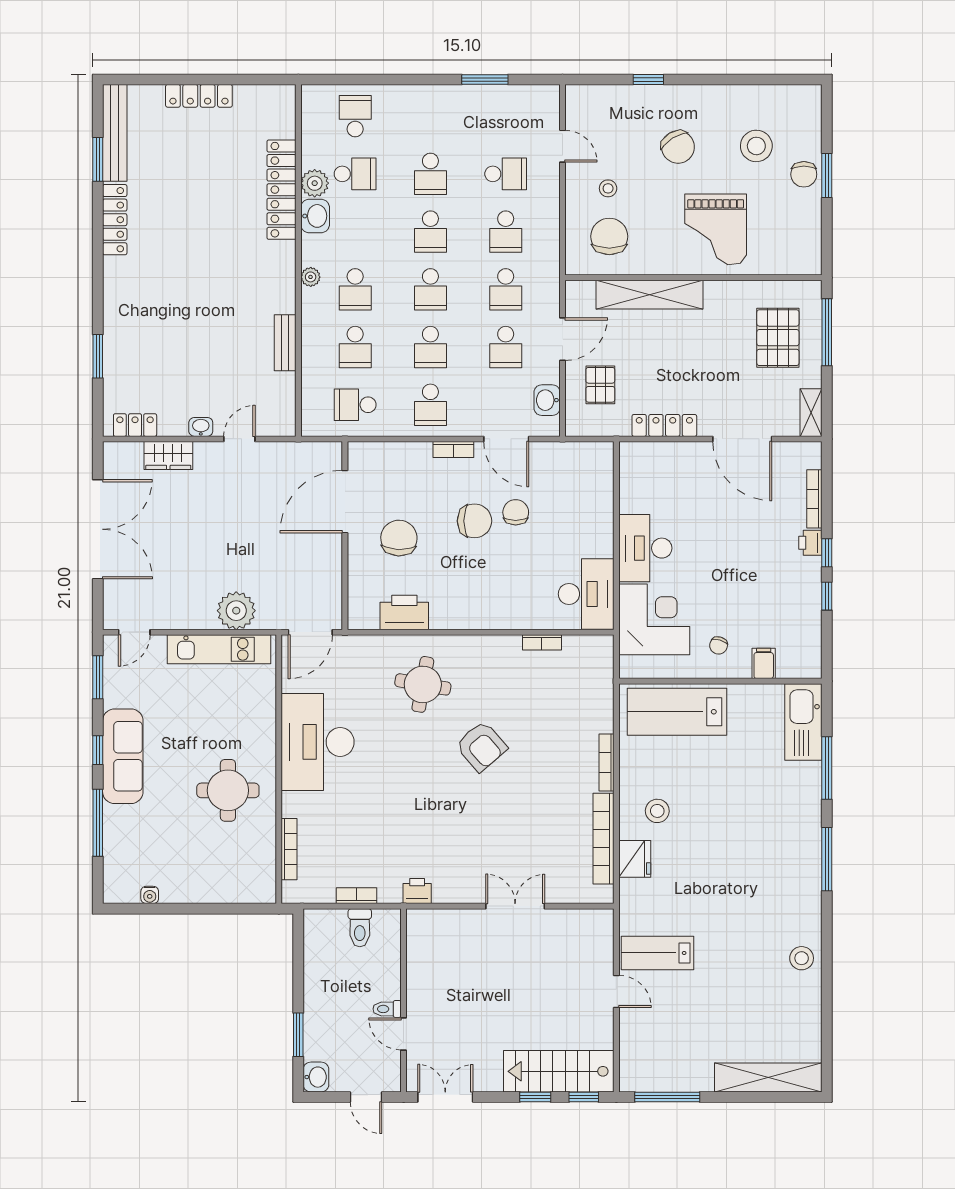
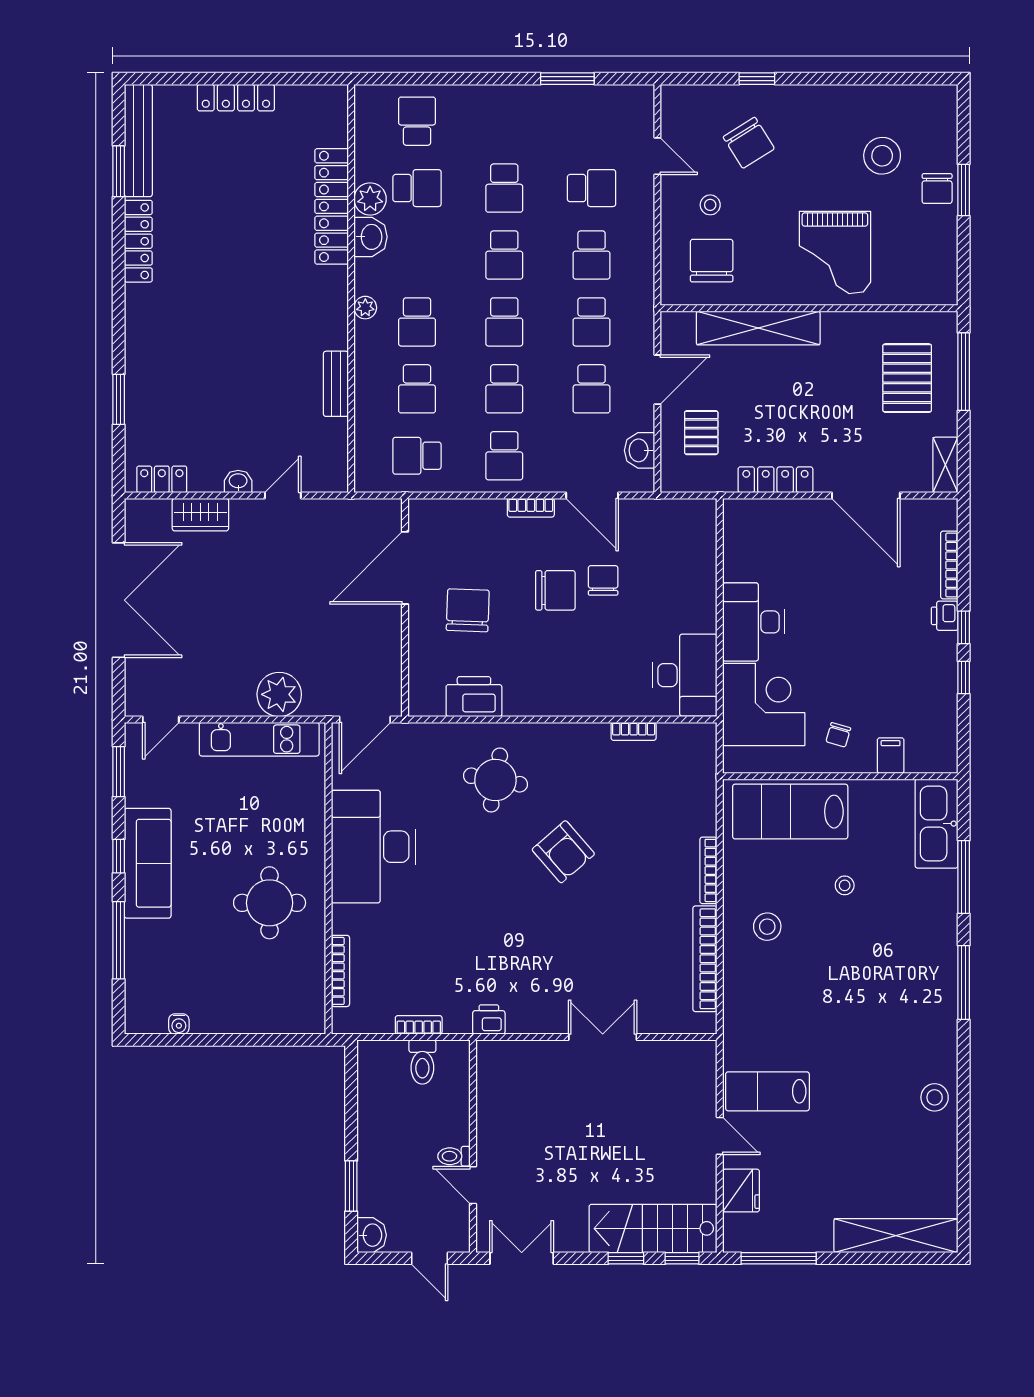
chair: (678, 147) -> (749, 143), moved
stool: (724, 775) -> (845, 885), added
fridge: (635, 859) -> (741, 1191), moved

